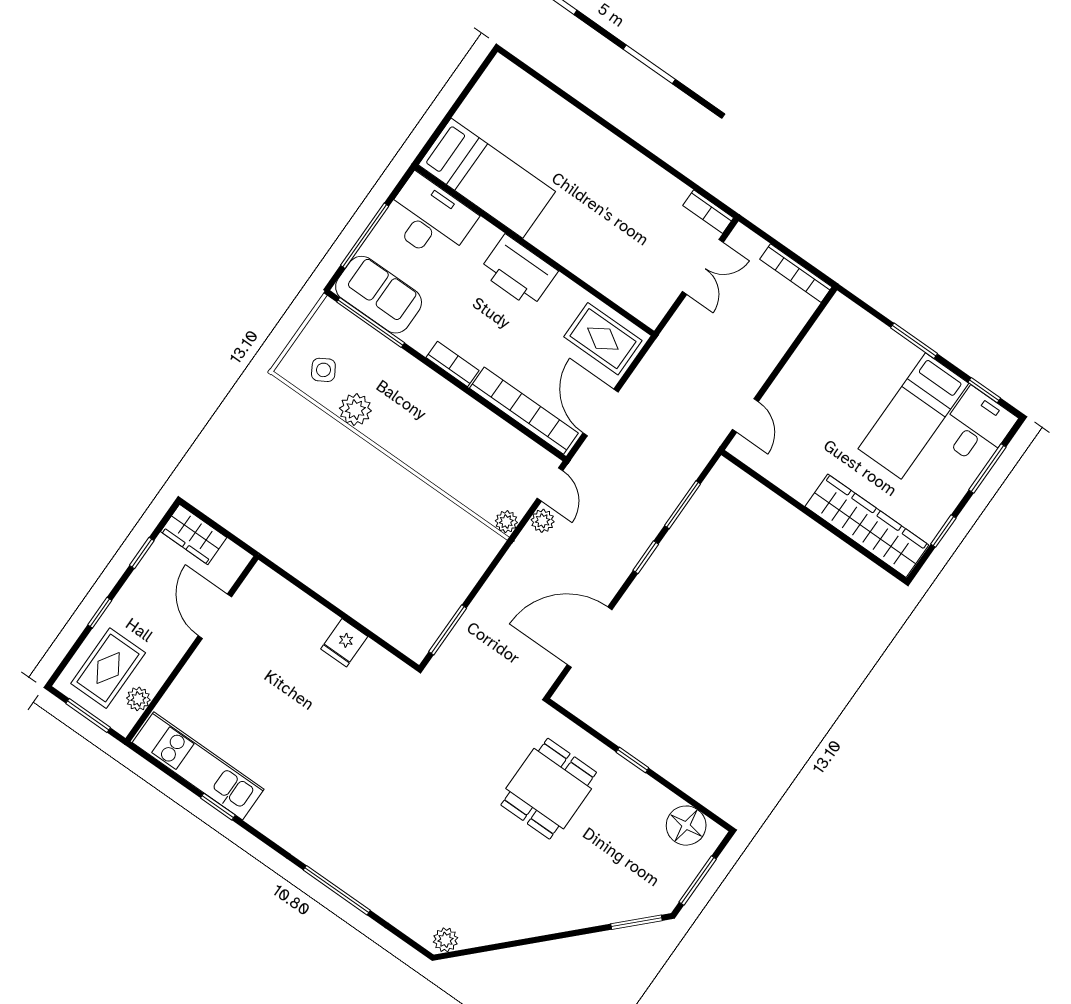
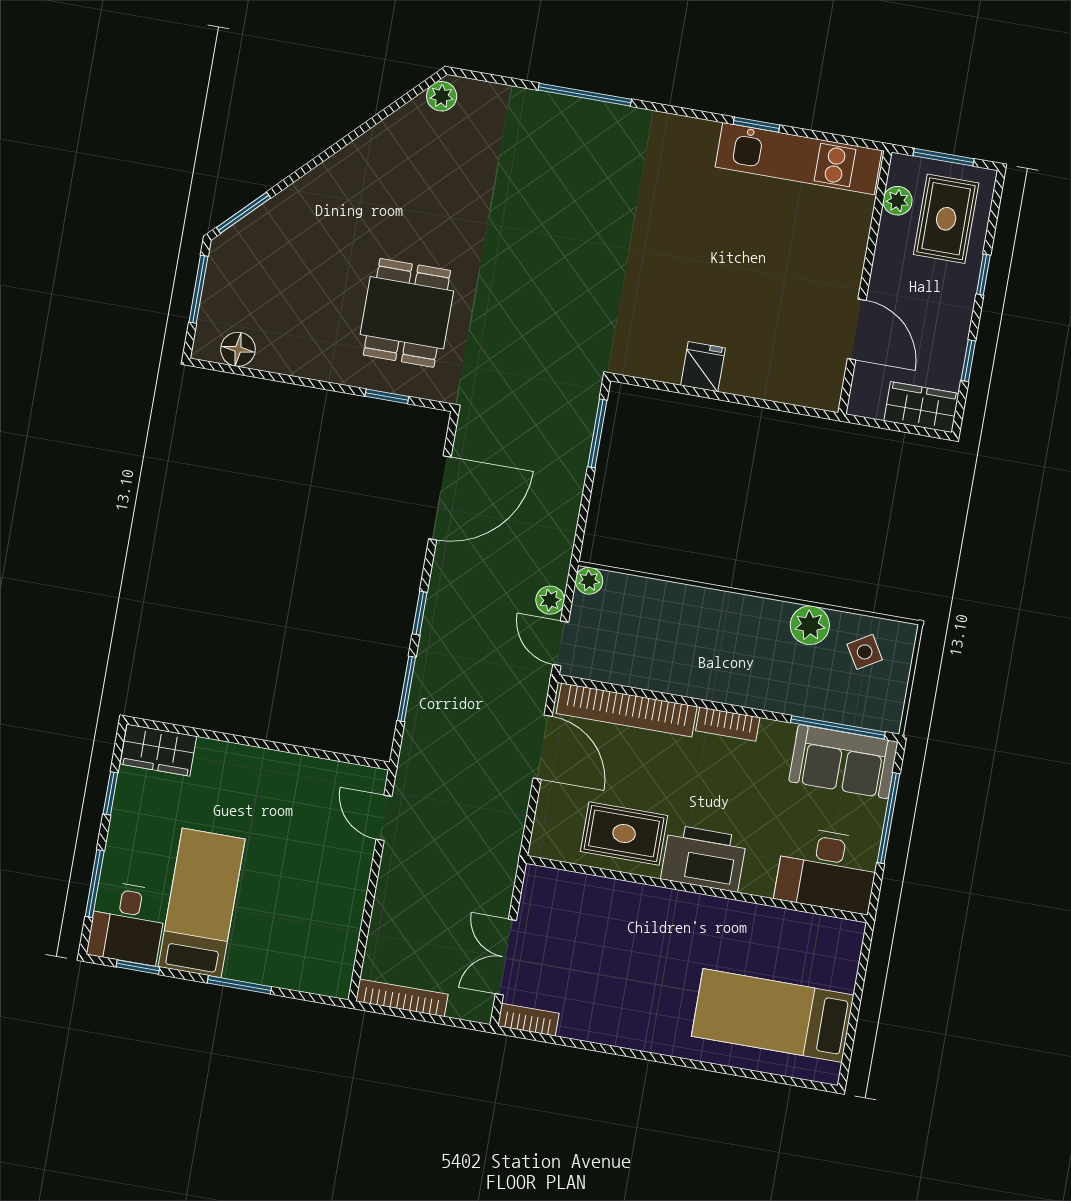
bed: (487, 178) -> (773, 1016), moved
rug: (603, 339) -> (624, 834), moved
wardrobe: (867, 526) -> (158, 750), width x0.48, depth x0.85
window: (632, 760) -> (387, 396), moved
floor lamp: (686, 826) -> (238, 349), width x0.73, depth x0.73

